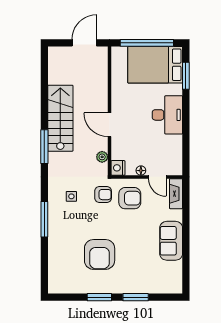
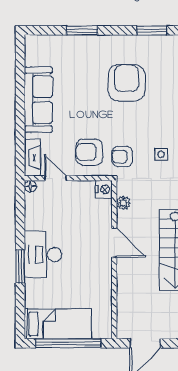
bed: (155, 65) -> (58, 324), width x0.67
window: (186, 76) -> (20, 266), moved
floor lamp: (141, 171) -> (30, 186), moved
sofa: (171, 241) -> (38, 100), width x1.36
window: (99, 297) -> (152, 30), moved

